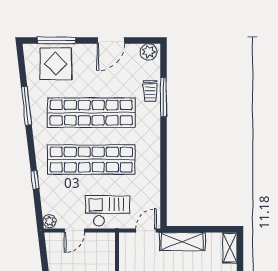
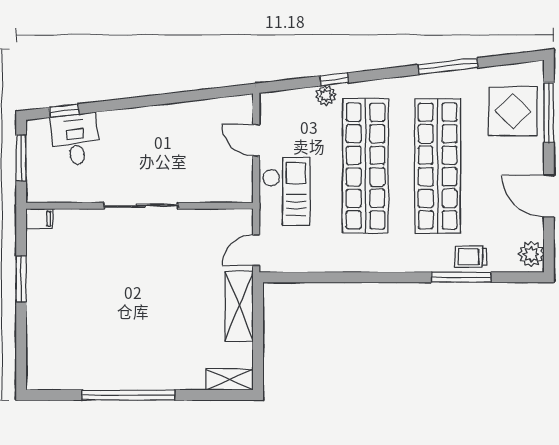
plant: (49, 221) -> (326, 95), moved
door: (146, 231) -> (256, 250), swing flipped

